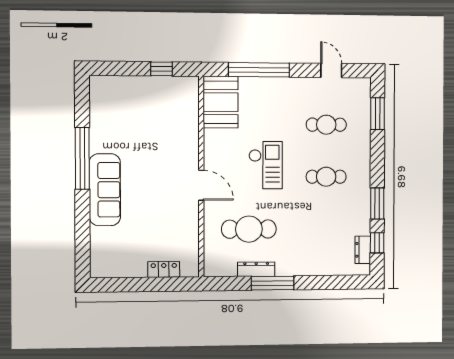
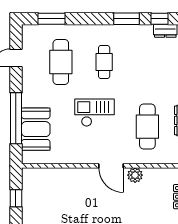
booth: (221, 102) -> (36, 129), moved, turned 90
cafe table: (326, 125) -> (61, 62), width x1.37, depth x1.35
door: (201, 185) -> (111, 166), swing flipped
plant: (190, 214) -> (135, 175), added

